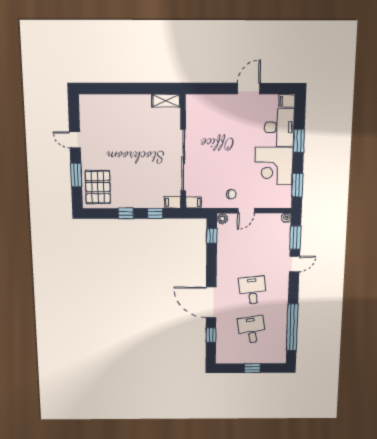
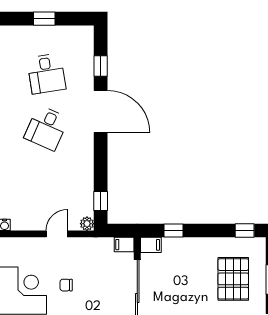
pallet: (98, 187) -> (233, 279), moved
chair: (231, 194) -> (66, 285), moved
window: (126, 213) -> (245, 231), moved
desk: (252, 290) -> (46, 128), turned 30

